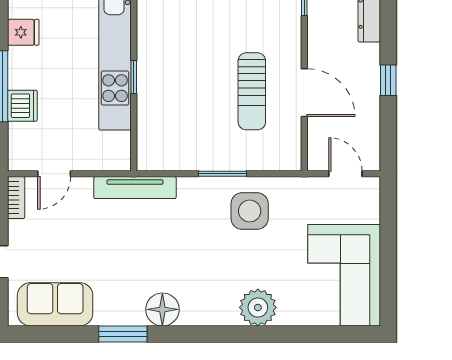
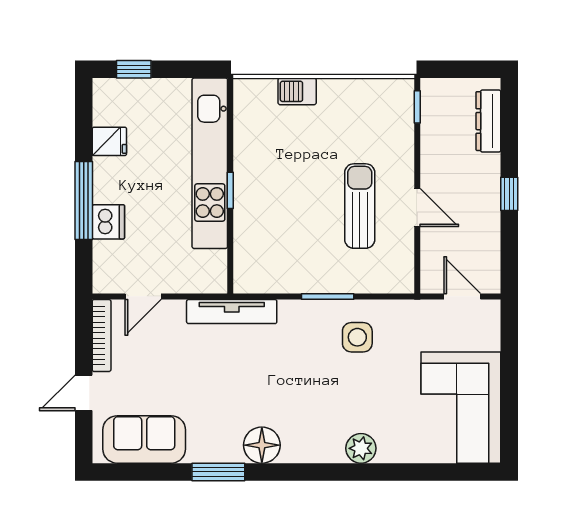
sun lounger: (252, 91) -> (360, 206), turned 180
door: (304, 93) -> (417, 207), width x0.73
bookcase: (16, 198) -> (102, 335), width x1.56
side table: (250, 211) -> (357, 337), width x0.73, depth x0.73
plant: (258, 307) -> (361, 448), width x0.73, depth x0.73

